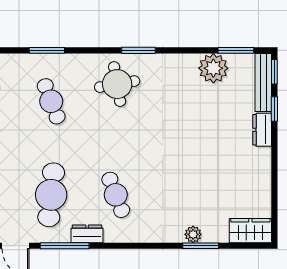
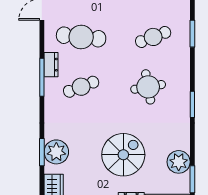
round table: (117, 84) -> (148, 87), moved
spiral stairs: (204, 140) -> (123, 155), added
plant: (193, 234) -> (56, 152), width x1.87, depth x1.87
window: (65, 246) -> (42, 77), moved

